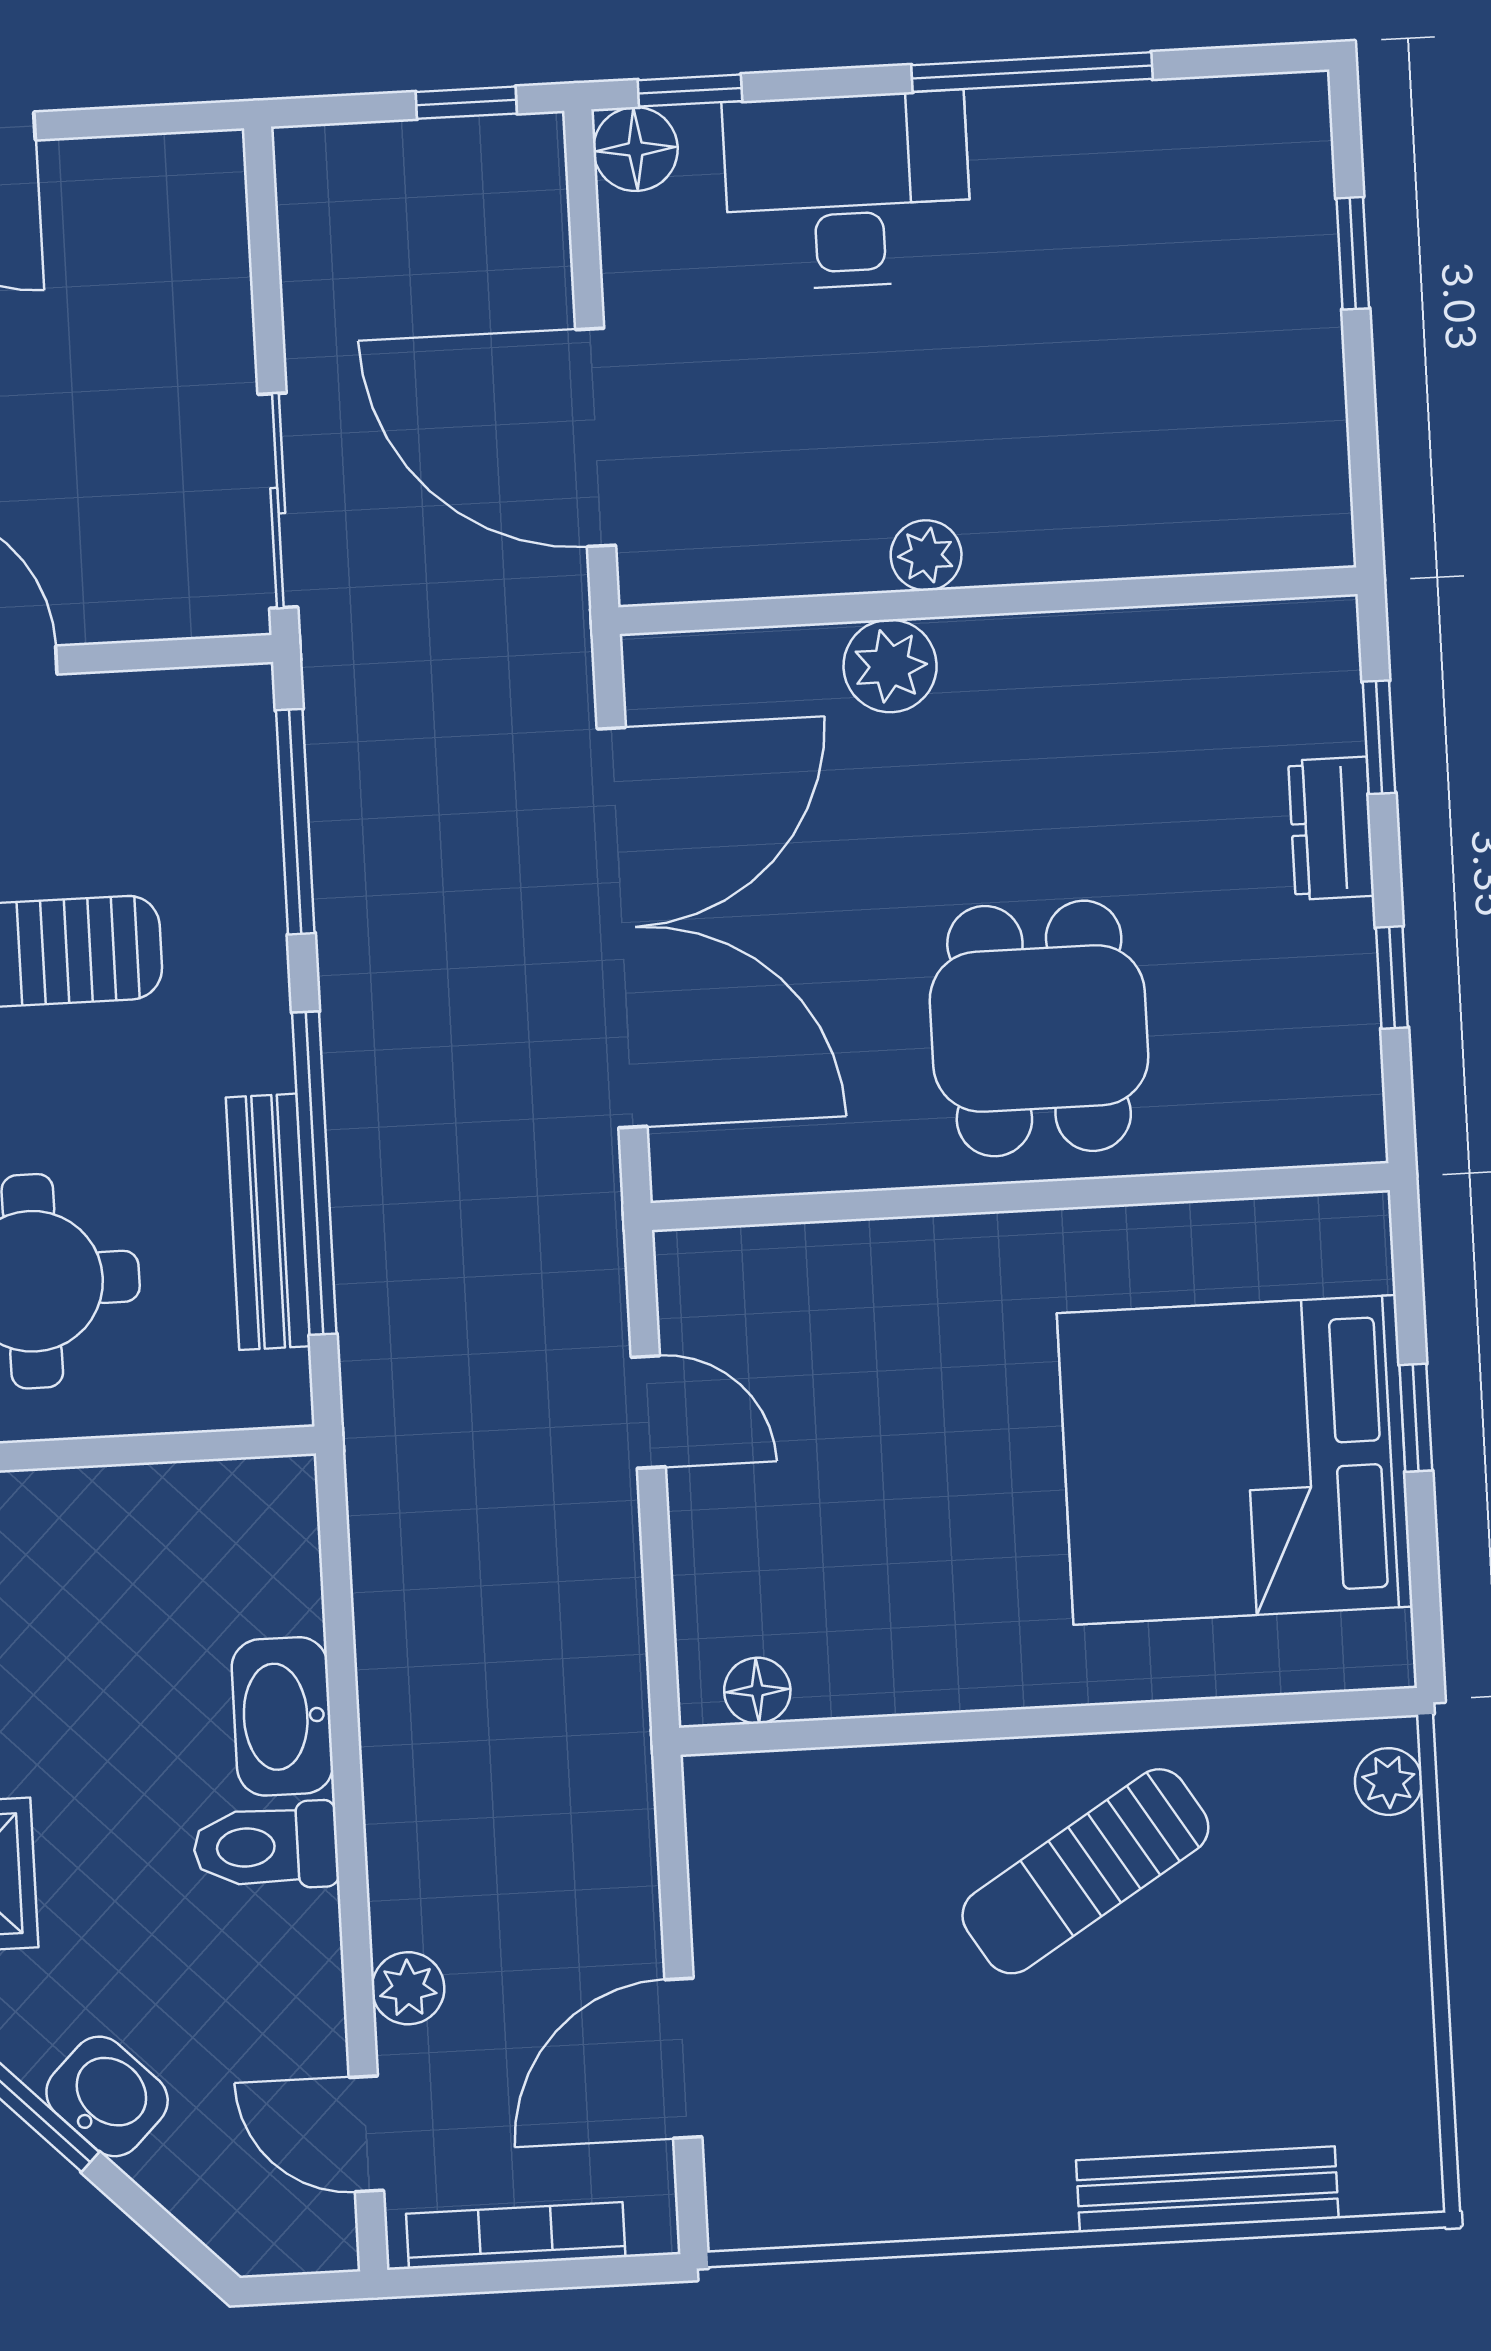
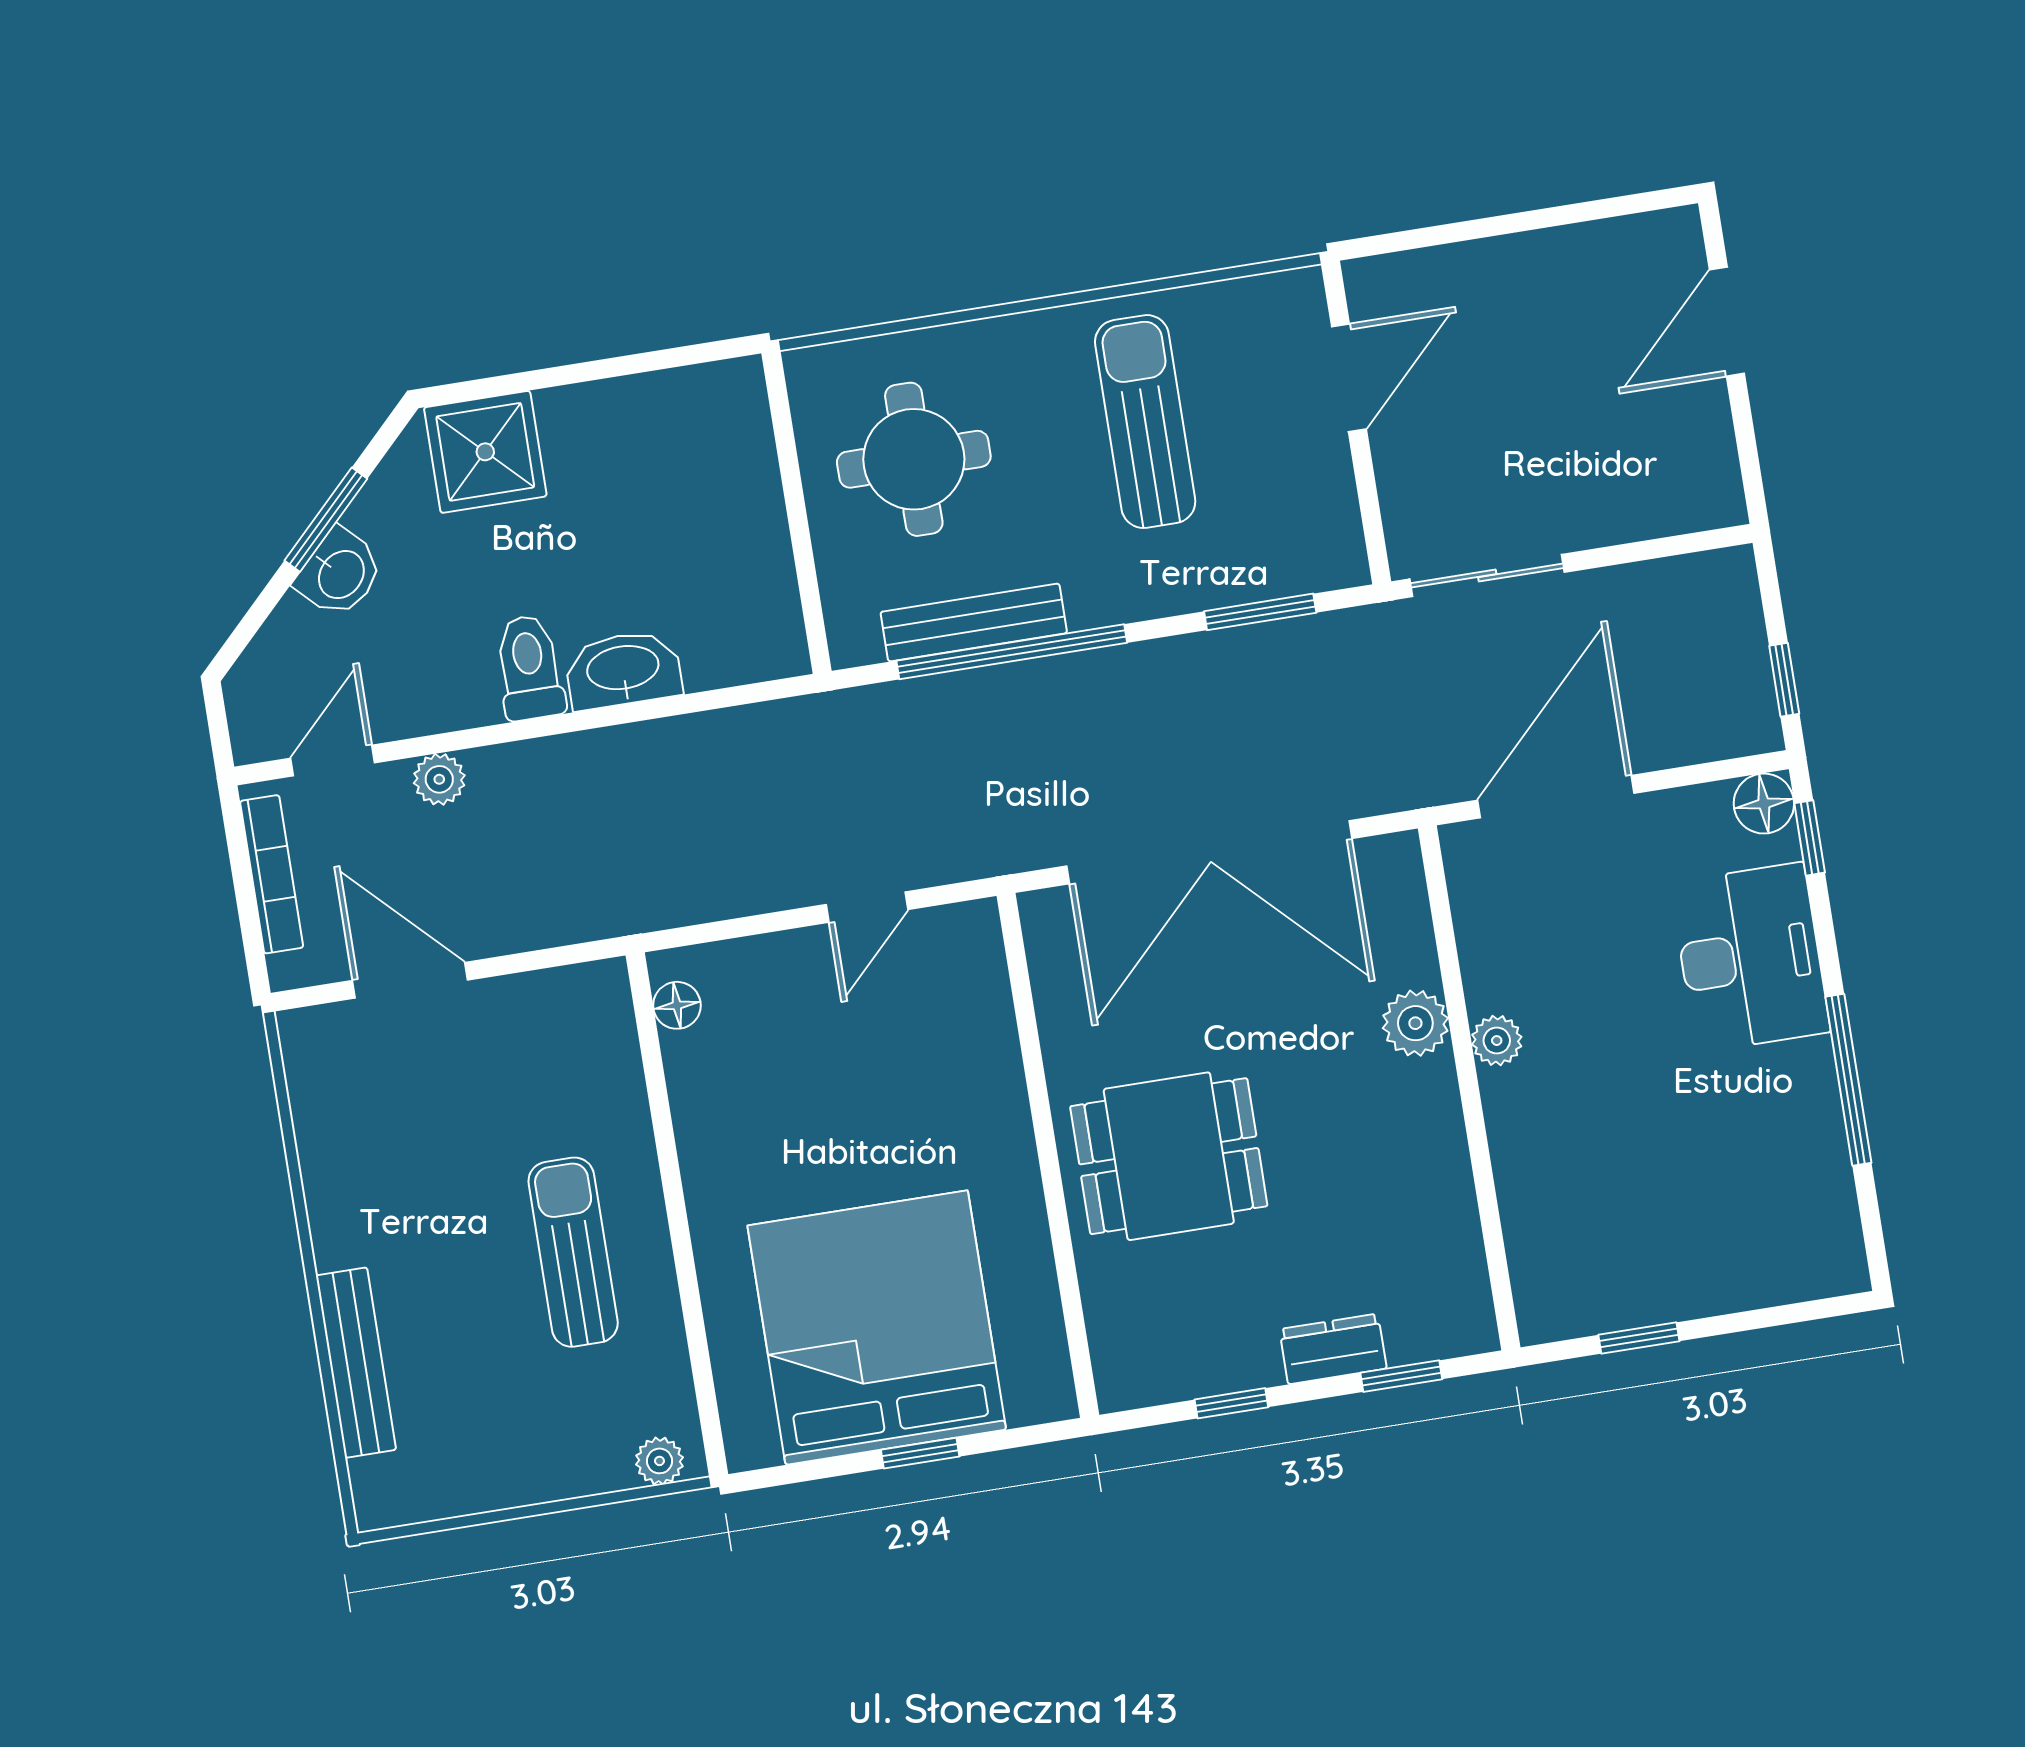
window: (1353, 253) -> (1639, 1338), moved
window: (295, 822) -> (1260, 612), width x0.69
sun lounger: (1085, 1871) -> (573, 1252), turned 32

